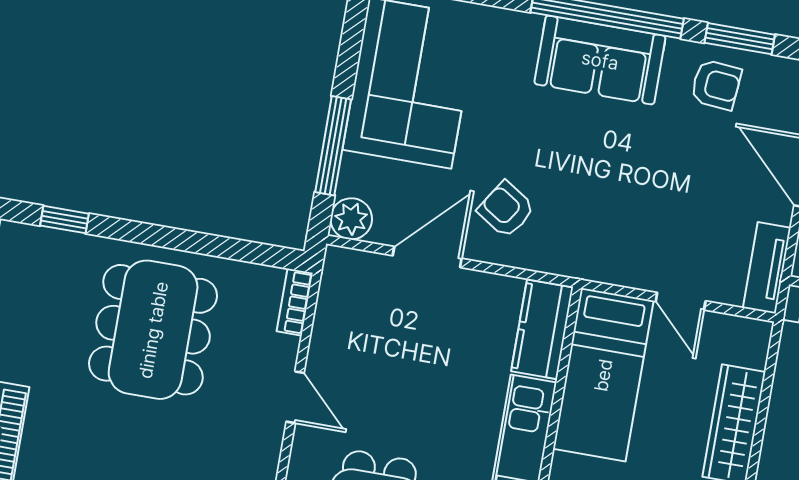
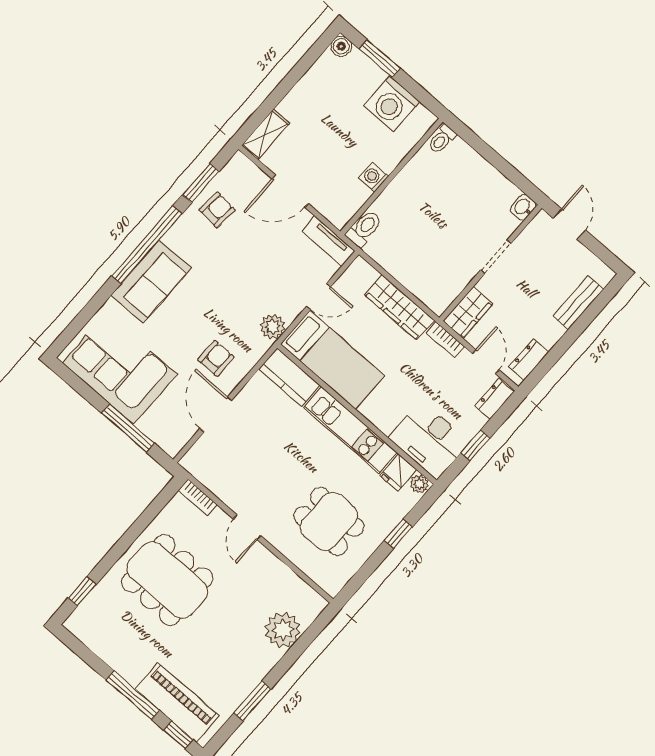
sofa: (600, 60) -> (151, 282), moved
armchair: (506, 209) -> (216, 358), turned 147
plant: (351, 219) -> (273, 327), moved
door: (295, 397) -> (247, 527), swing flipped

